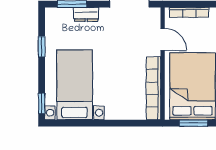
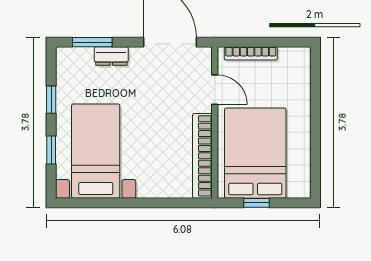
window: (42, 103) -> (51, 150), moved
window: (193, 123) -> (256, 203), width x0.67

